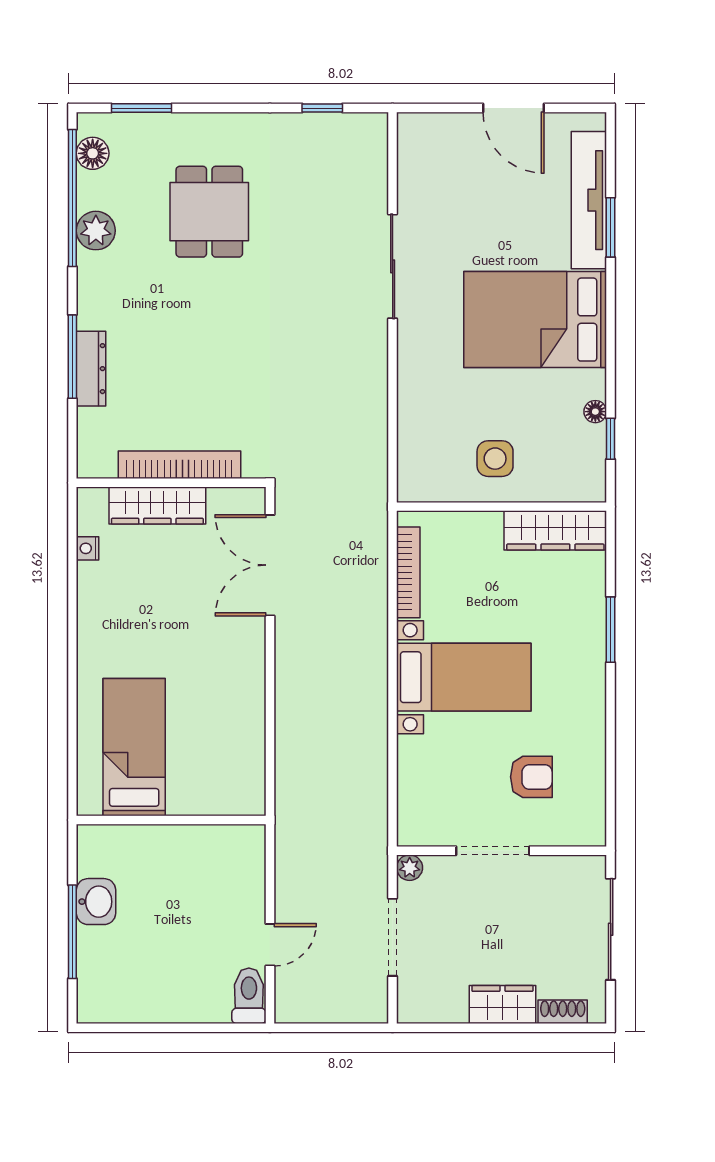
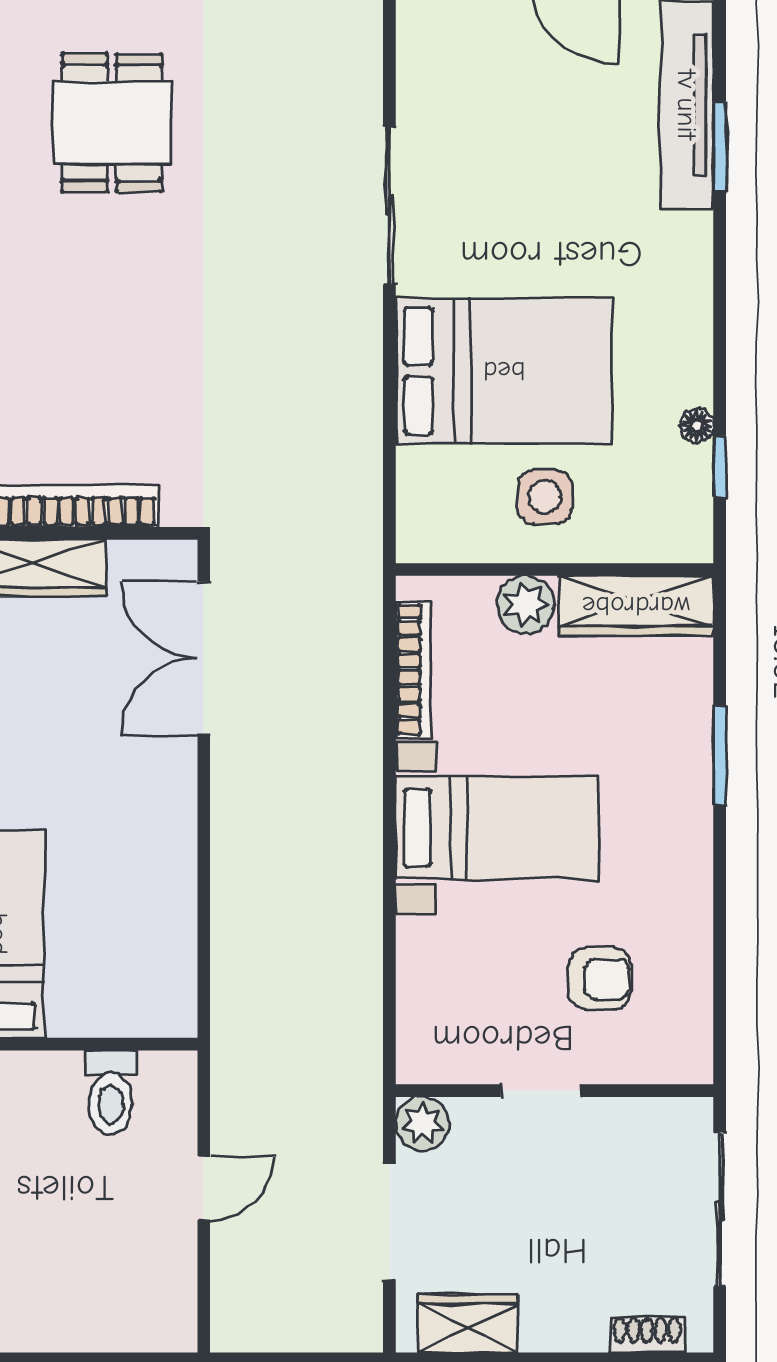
bed: (535, 320) -> (504, 371), moved, turned 180
plant: (482, 530) -> (525, 605), added
doorway: (493, 851) -> (541, 1091), width x0.73
plant: (410, 868) -> (422, 1124), width x1.38, depth x1.38
door: (270, 945) -> (204, 1188), moved
toilet: (249, 996) -> (111, 1093), moved, turned 180
wardrobe: (502, 1005) -> (468, 1324), moved

